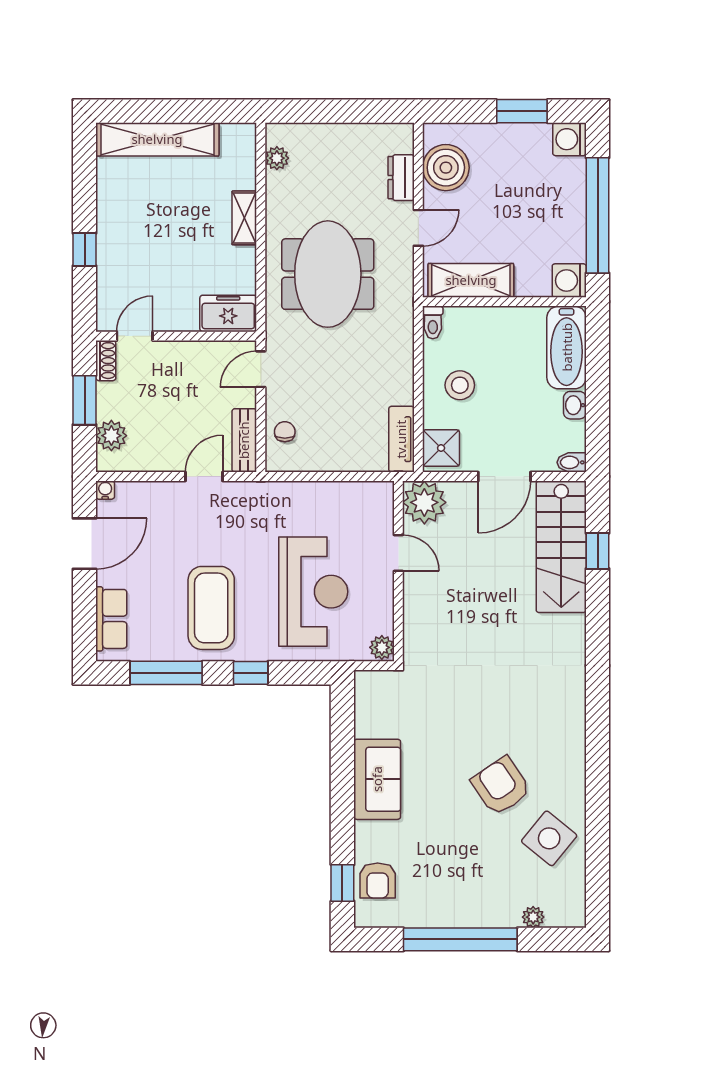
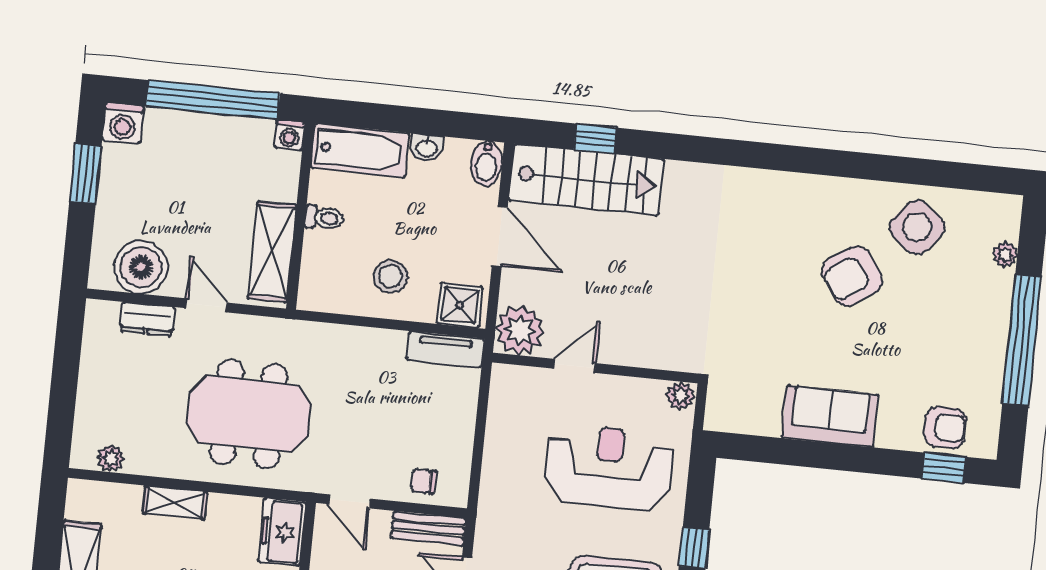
washing machine: (569, 281) -> (290, 135), width x0.73, depth x0.73
toilet: (433, 322) -> (324, 218), moved
bidet: (572, 462) -> (486, 164), width x1.38, depth x1.36

